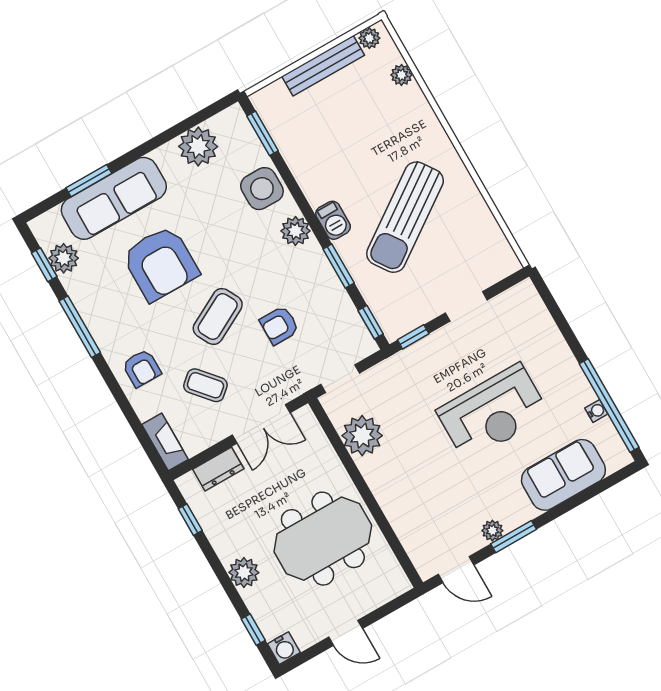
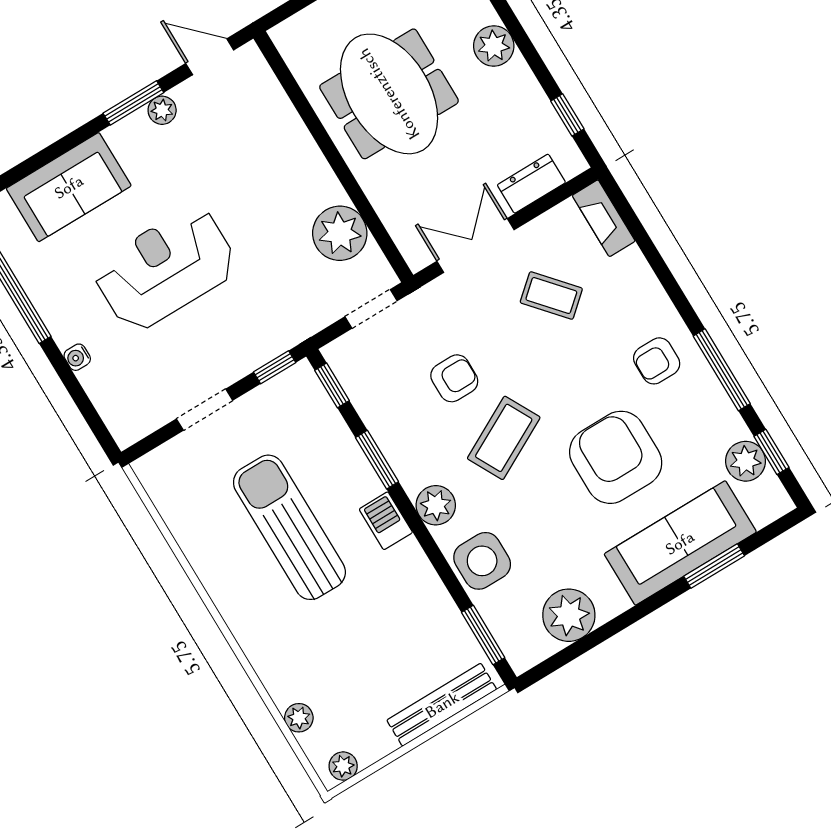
bench: (323, 66) -> (442, 705), moved
sun lounger: (405, 217) -> (289, 527), turned -55
coffee table: (218, 316) -> (504, 438), moved
armchair: (142, 368) -> (657, 361), moved, turned -90
water cooler: (596, 411) -> (77, 357), moved
meeting table: (323, 539) -> (389, 94), turned 90

